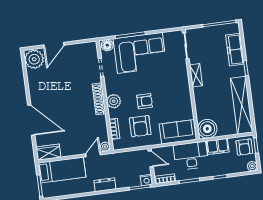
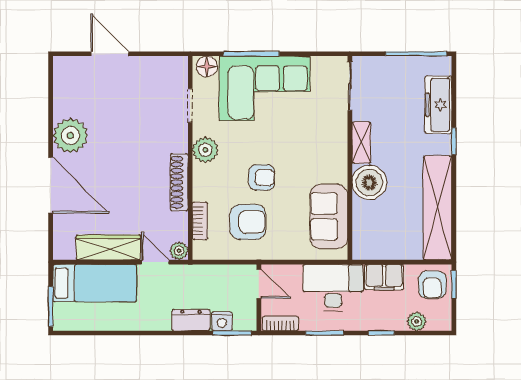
door: (54, 45) -> (110, 54), swing flipped
plant: (34, 59) -> (70, 136), moved
shoe rack: (99, 99) -> (179, 182), moved
plant: (114, 101) -> (205, 150), moved
armchair: (140, 126) -> (248, 222), turned -90
boiler: (207, 129) -> (369, 182), moved
sofa: (178, 132) -> (329, 216), moved, turned -90
wardrobe: (48, 152) -> (108, 247), moved, width x1.50
door: (93, 154) -> (155, 262), hinge flipped
plant: (252, 166) -> (417, 321), moved
nightstand: (146, 180) -> (222, 321), moved
dresser: (105, 185) -> (191, 320), moved

